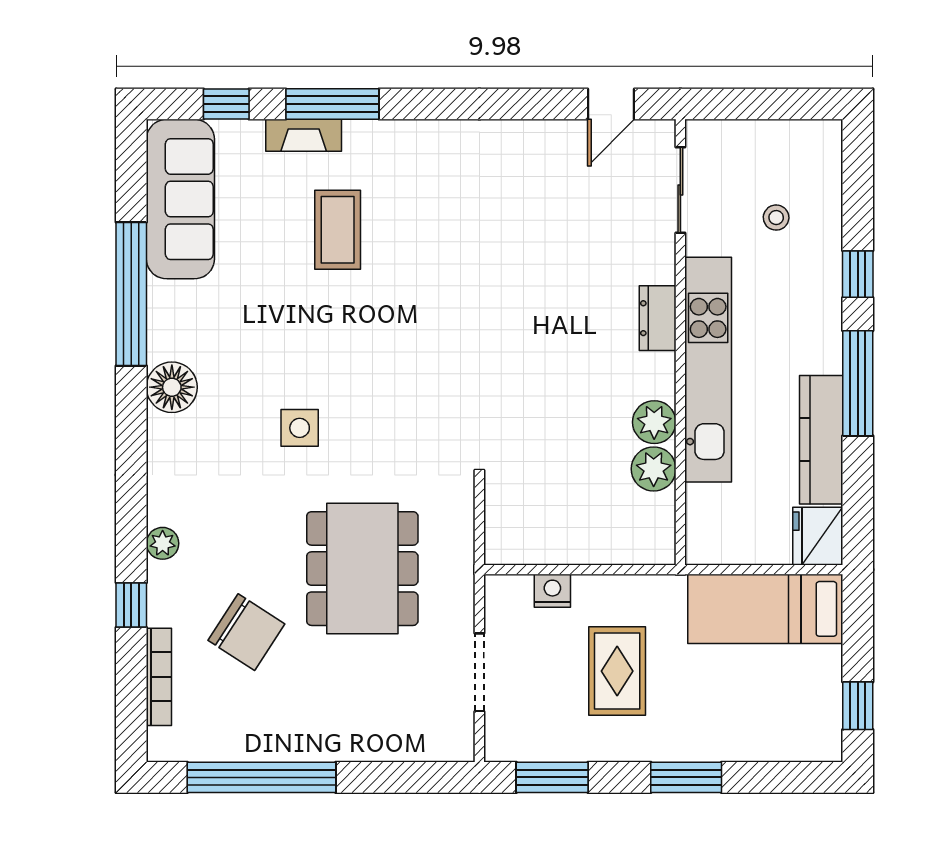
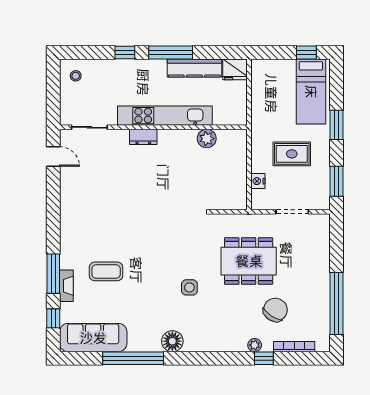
stool: (776, 218) -> (76, 76), moved
plant: (654, 422) -> (187, 138), removed
plant: (163, 543) -> (255, 345), moved
bed: (765, 609) -> (311, 92), moved

